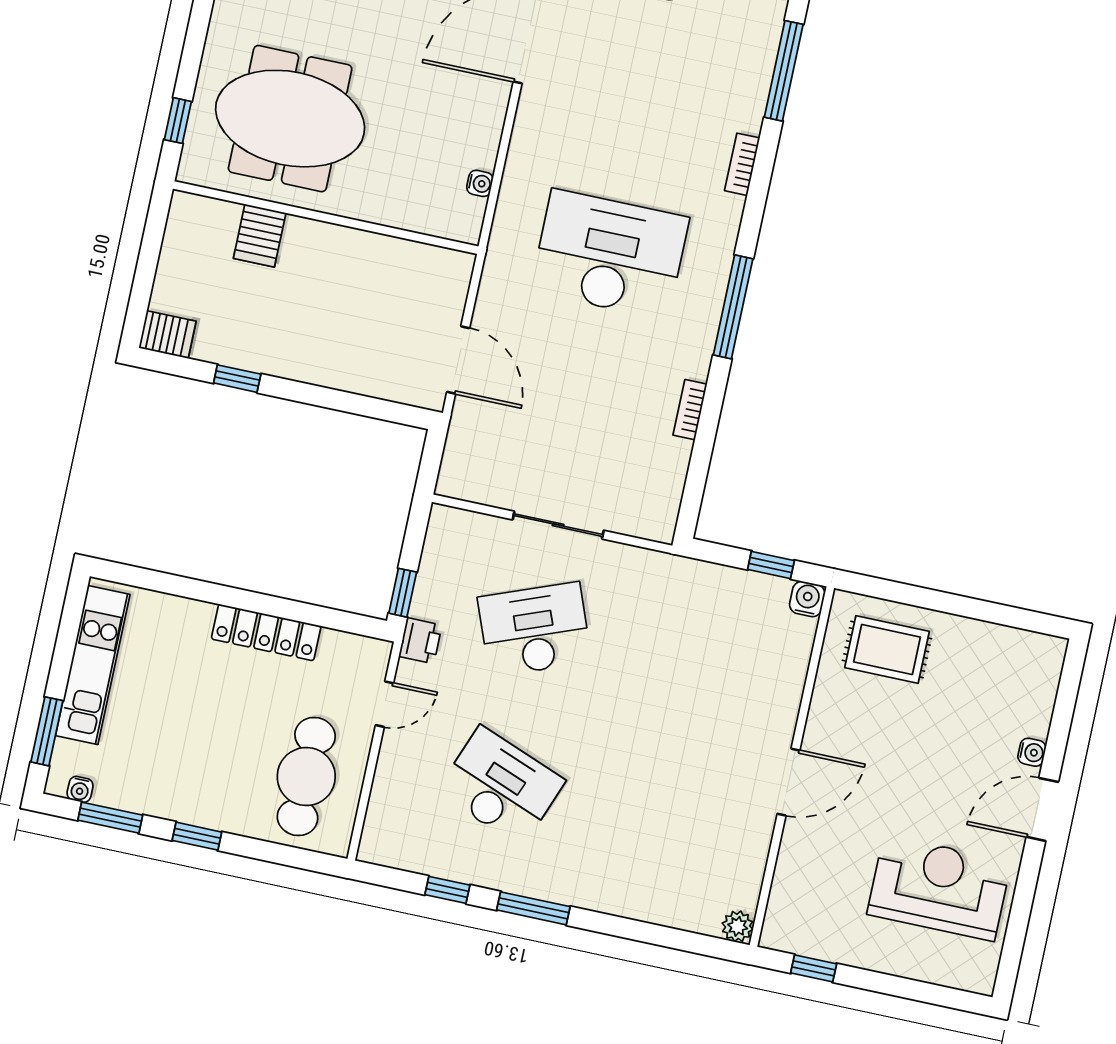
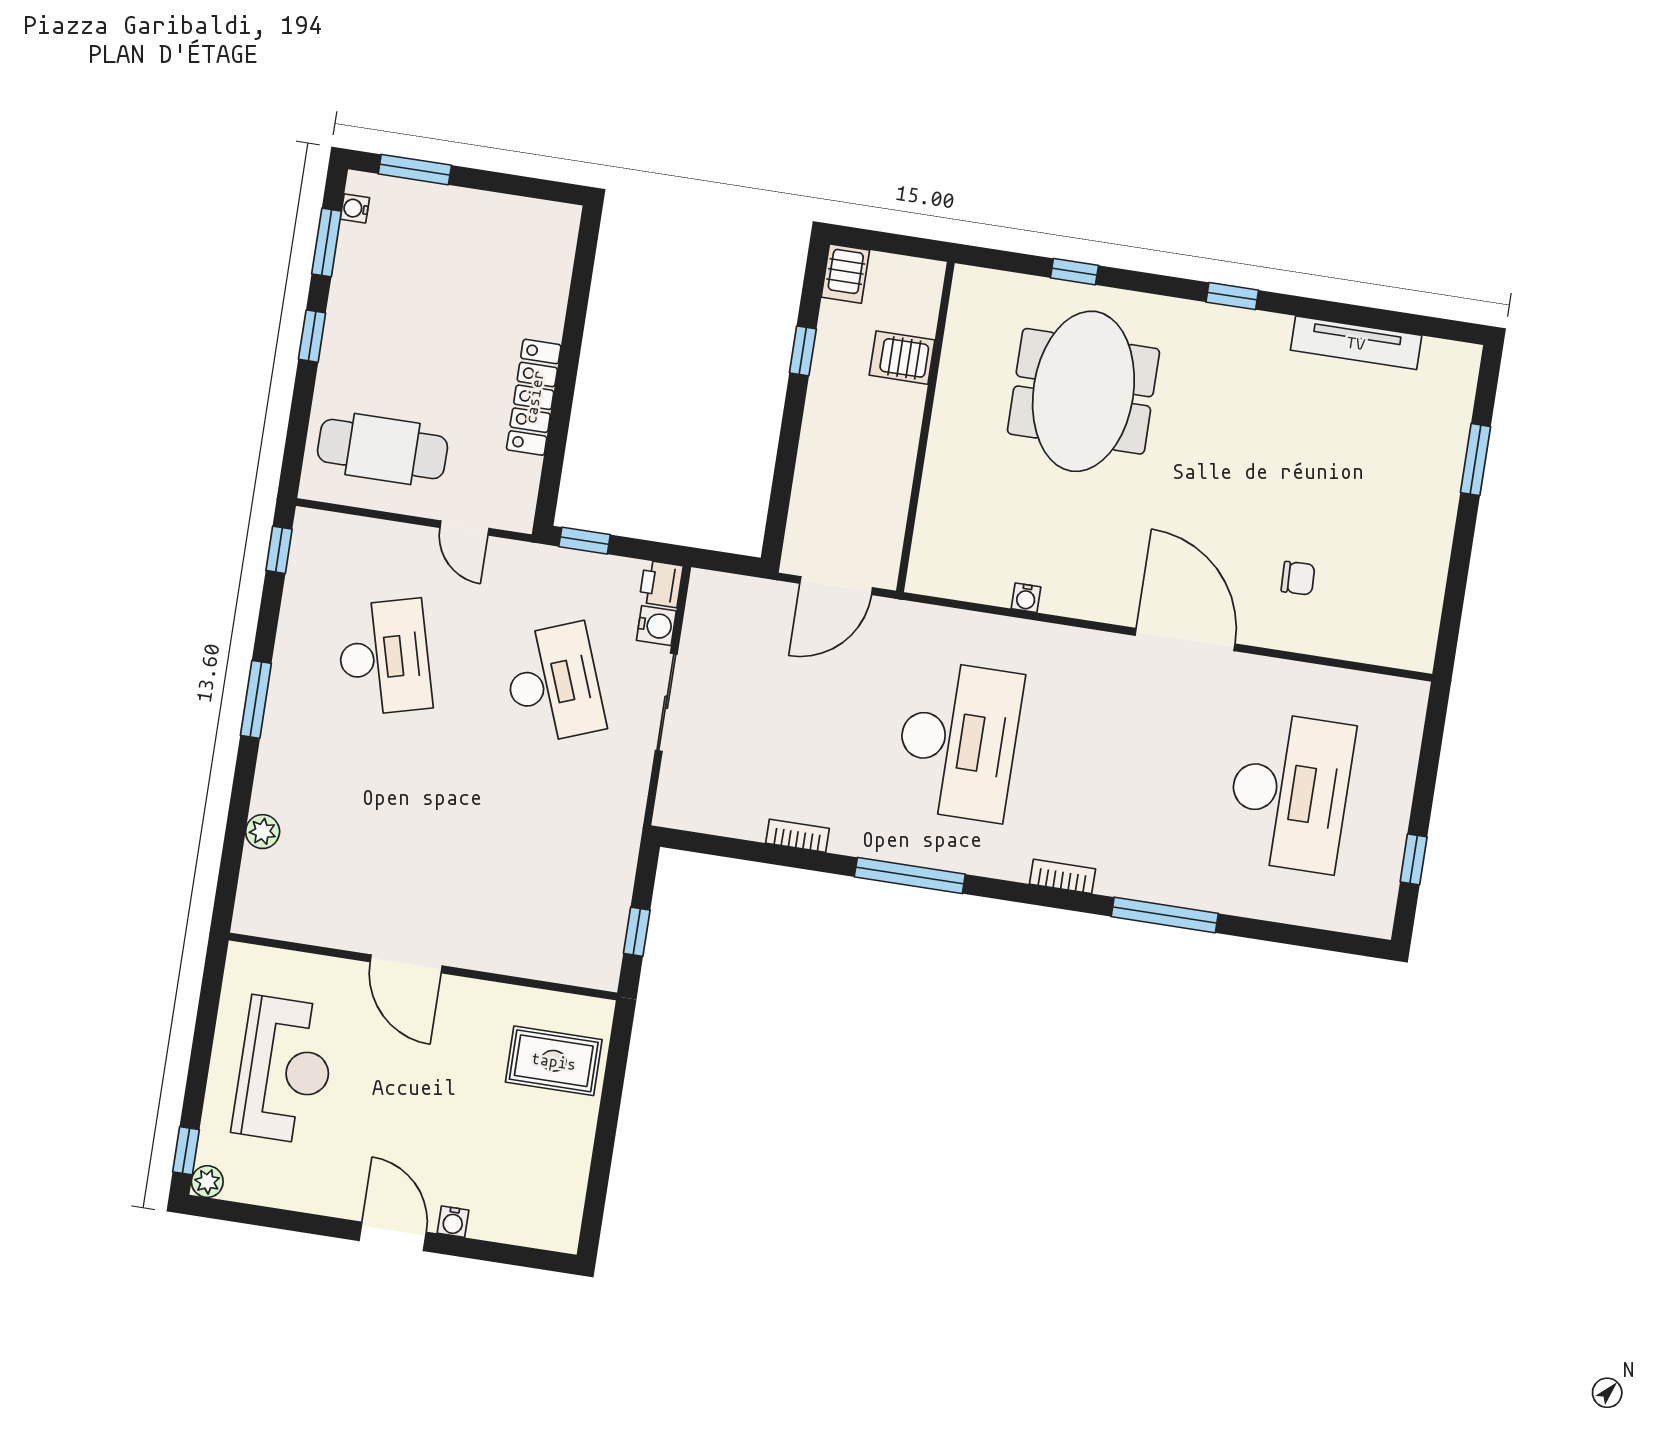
wall: (326, 217) -> (925, 427), moved
server rack: (260, 236) -> (902, 358), moved
water cooler: (807, 599) -> (656, 626), moved
printer: (420, 641) -> (661, 584), moved, turned 90
rug: (887, 650) -> (554, 1061), turned 90
kitchen unit: (93, 665) -> (488, 214), removed
desk: (501, 786) -> (384, 657), turned -36
reception desk: (939, 888) -> (285, 1070), moved
window: (447, 890) -> (279, 550), moved
plant: (738, 926) -> (263, 832), moved
window: (814, 968) -> (186, 1151), moved
plant: (981, 980) -> (207, 1182), added

